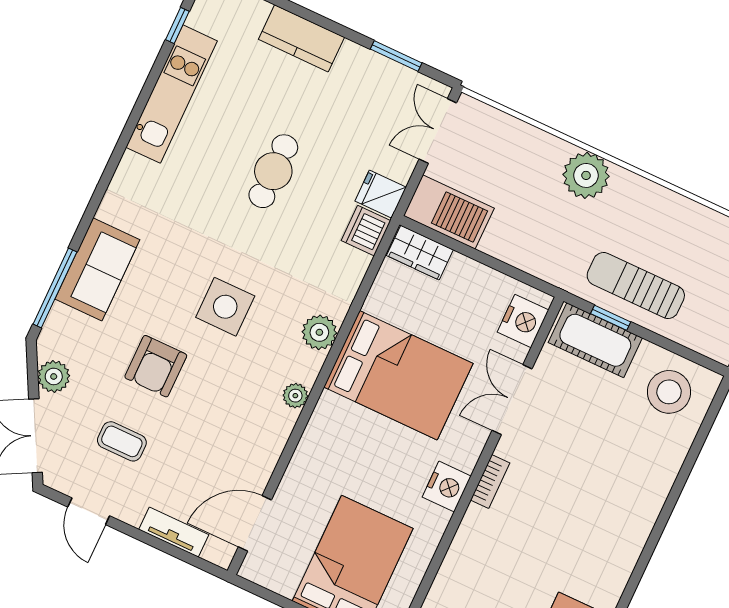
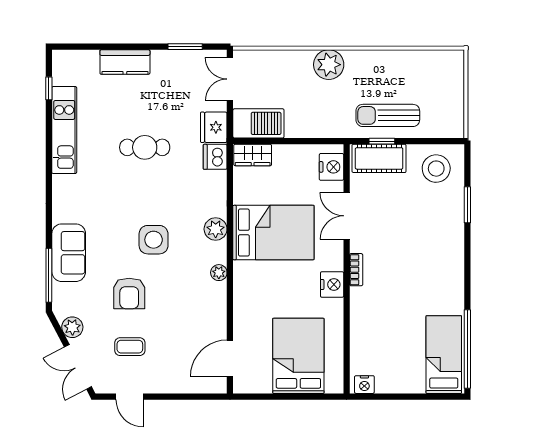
cafe table: (273, 171) -> (145, 147), turned 90
fridge: (381, 194) -> (214, 127), width x1.38
window: (689, 463) -> (467, 205), added
tv unit: (174, 532) -> (185, 385), removed

